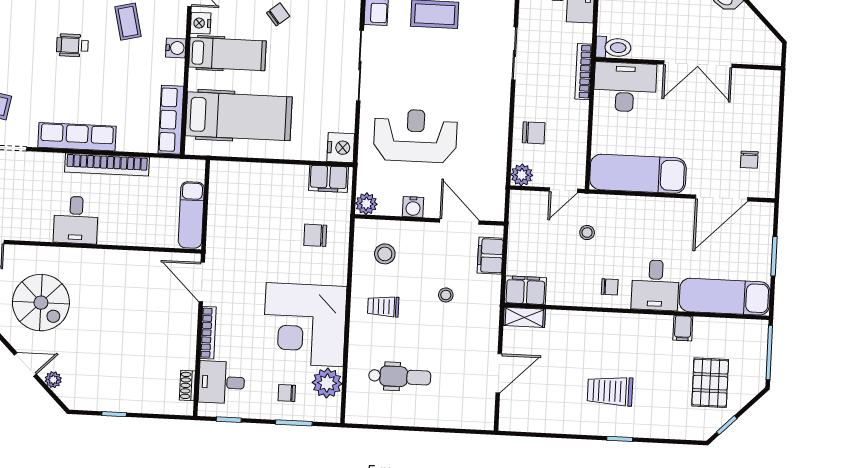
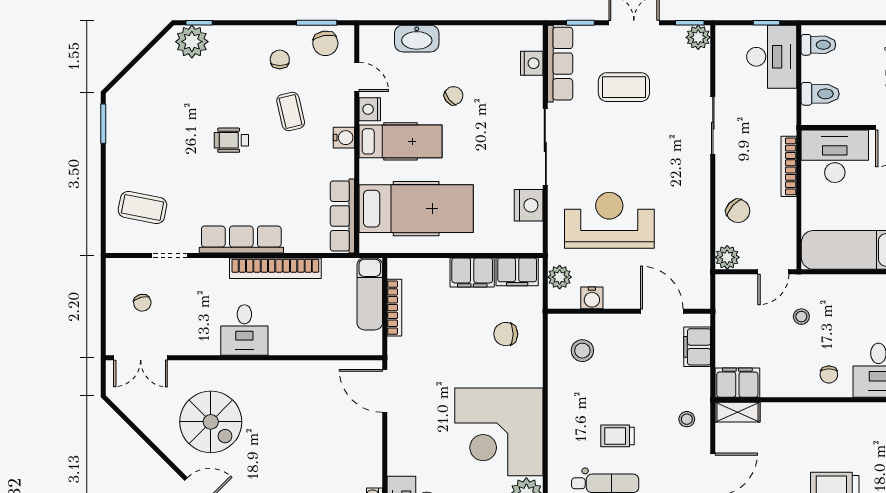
toilet: (613, 47) -> (820, 94), moved
bookcase: (583, 72) -> (789, 166), moved
chair: (534, 133) -> (738, 211), turned 42
nightstand: (341, 148) -> (529, 205), moved
filing cabinet: (287, 177) -> (472, 272), added
plant: (366, 204) -> (560, 277), moved
water cooler: (413, 207) -> (592, 298), moved
exam couch: (191, 215) -> (370, 294), moved
chair: (610, 287) -> (829, 375), turned 90
stool: (446, 295) -> (687, 419), moved
trolley: (383, 306) -> (617, 436), moved
bookcase: (208, 333) -> (394, 308), moved

